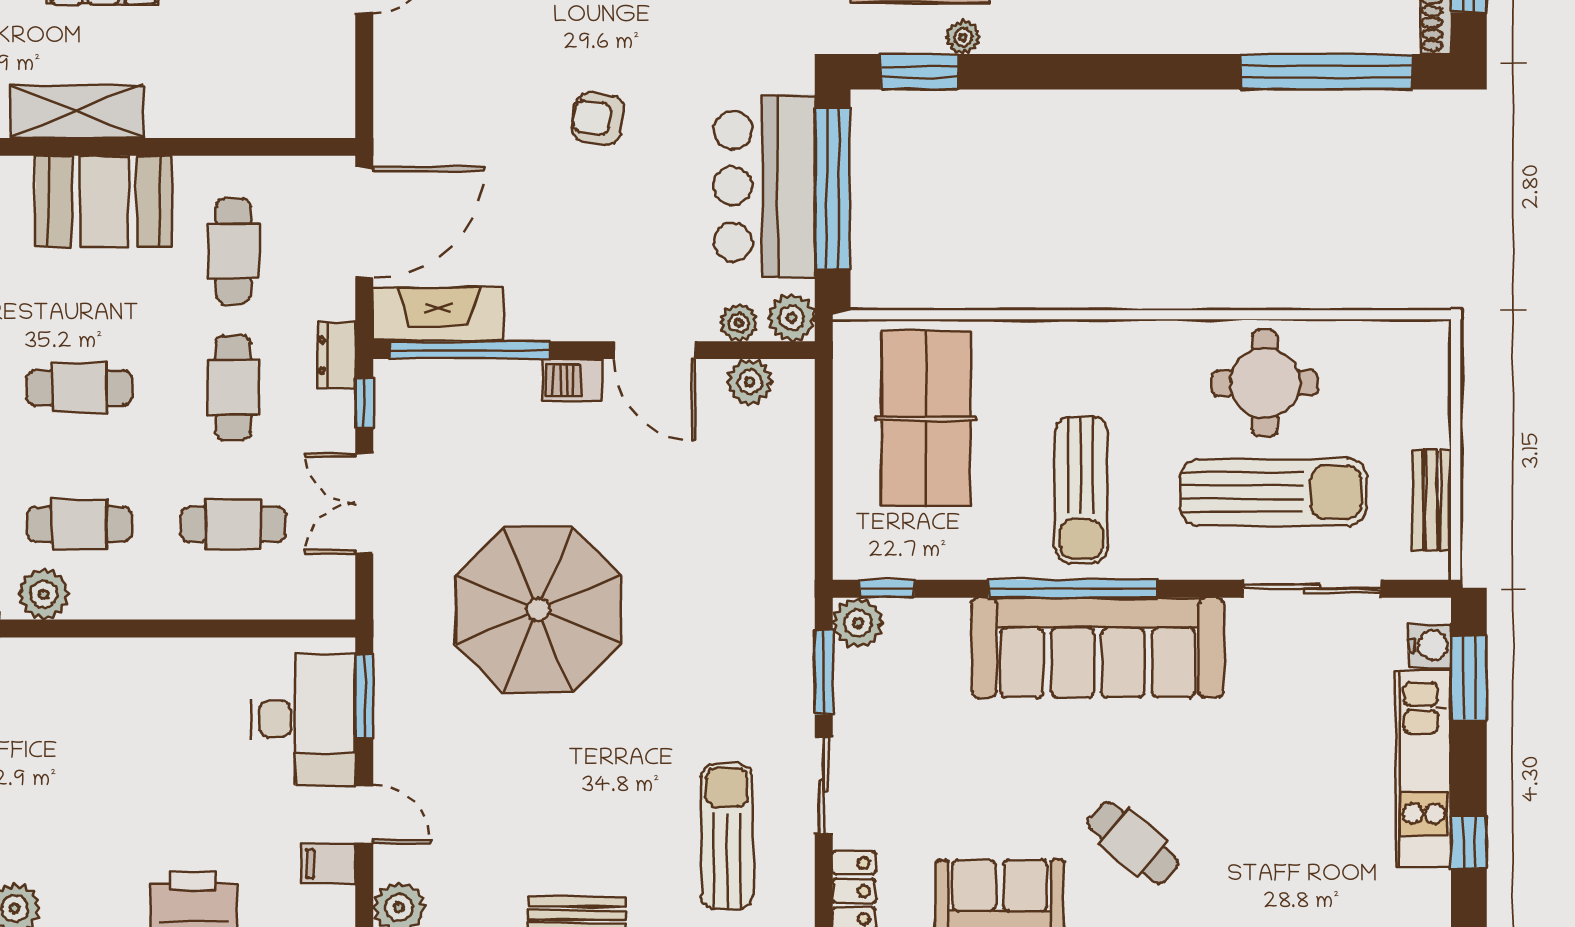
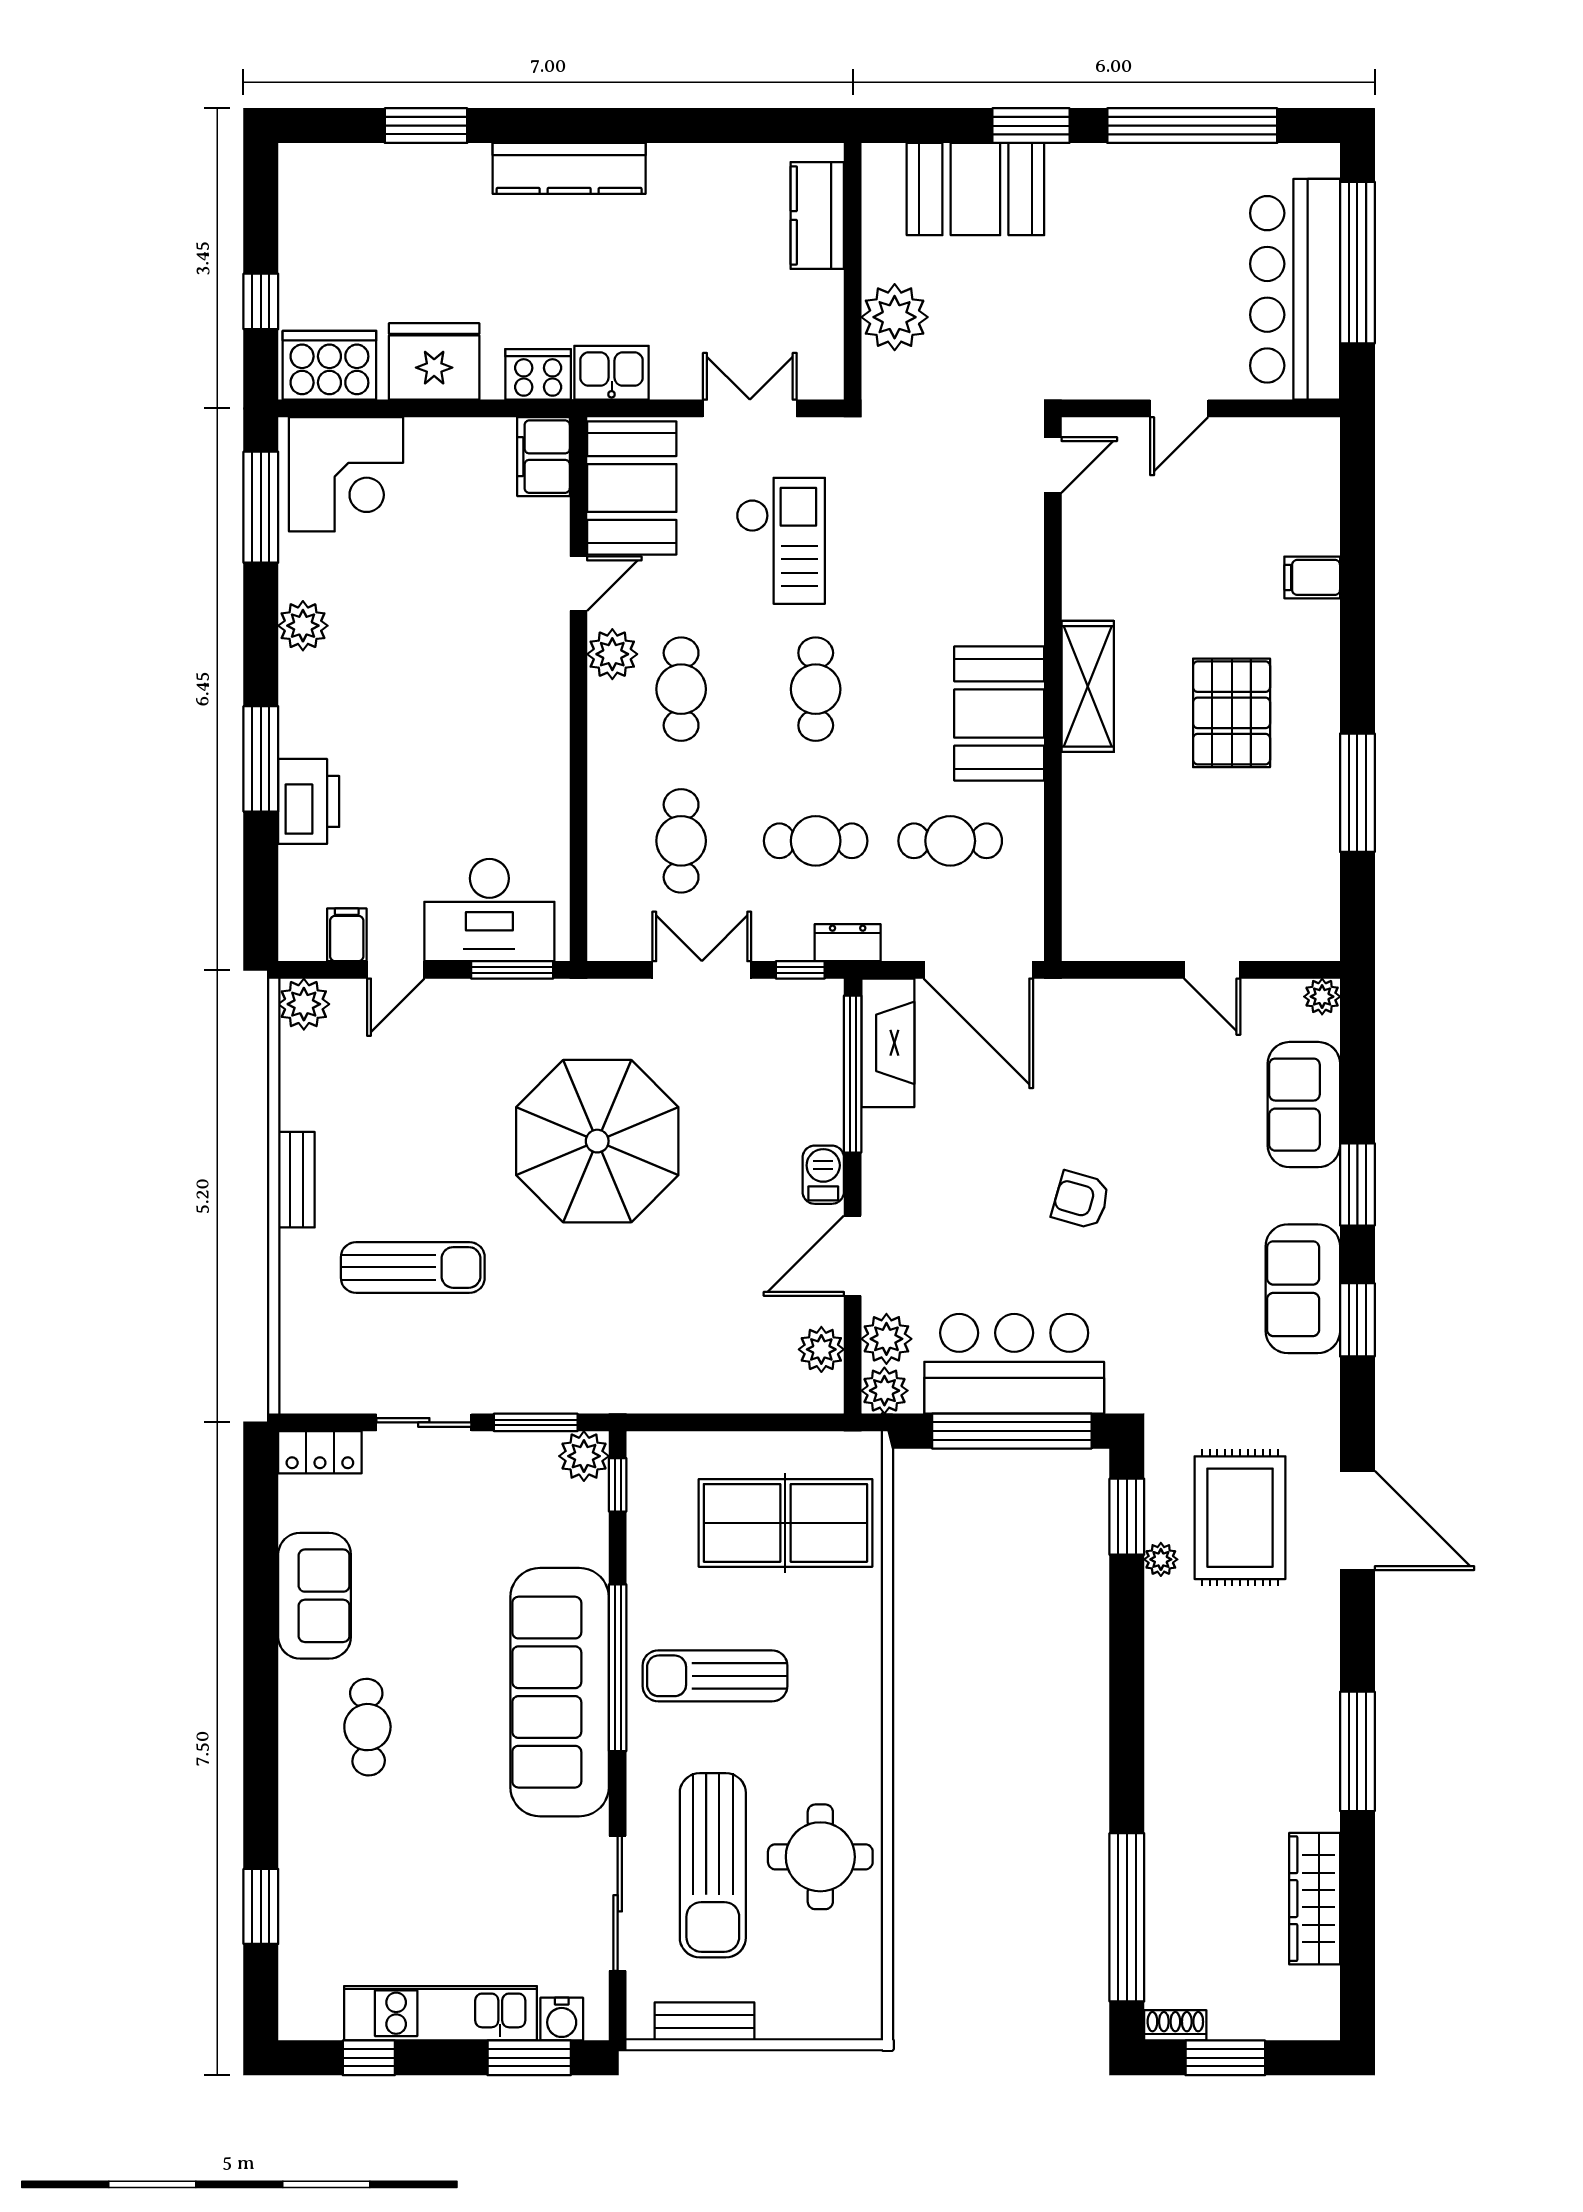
armchair: (598, 118) -> (1081, 1200), turned -82
plant: (739, 323) -> (886, 1339), width x1.38, depth x1.38
sun lounger: (727, 836) -> (413, 1267), moved
cafe table: (1133, 843) -> (367, 1727), turned -42

